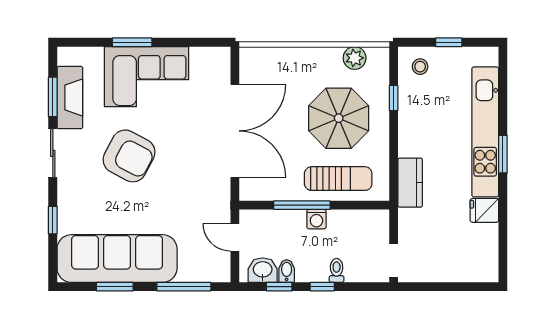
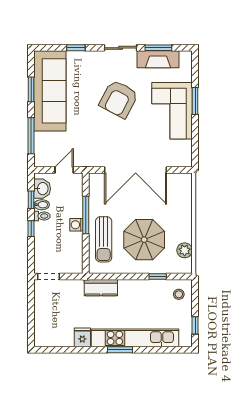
window: (449, 42) -> (195, 325), moved
toilet: (337, 270) -> (42, 216), moved

